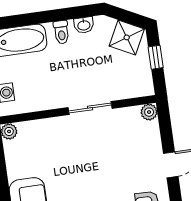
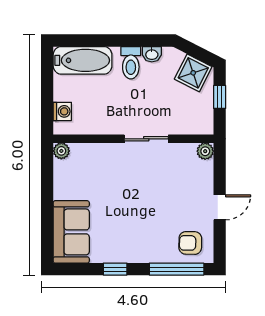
toilet: (61, 32) -> (131, 63), width x1.37, depth x1.39

